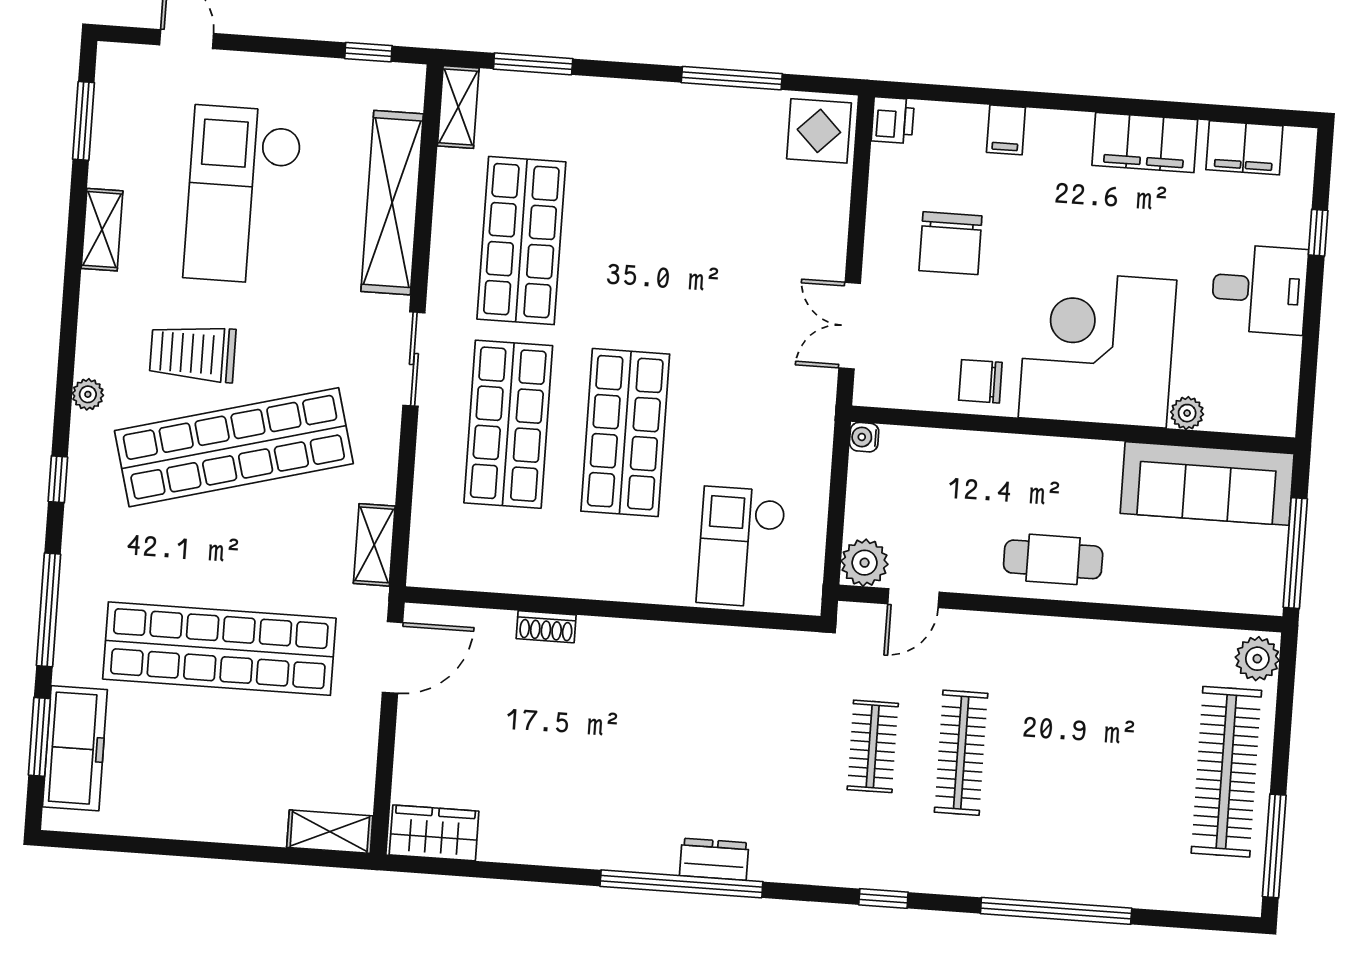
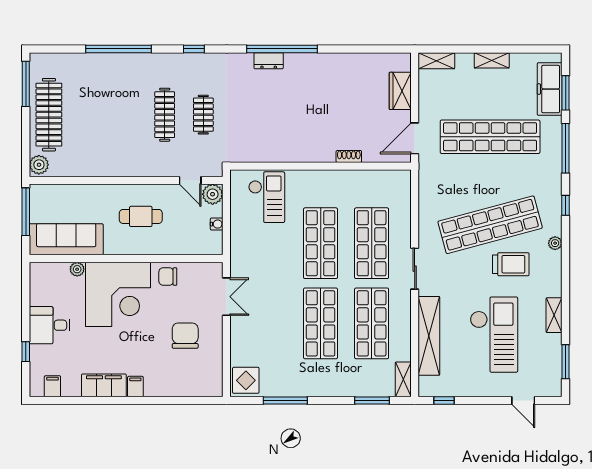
printer: (893, 120) -> (214, 387), removed
filing cabinet: (1006, 130) -> (135, 387), moved
filing cabinet: (1244, 148) -> (52, 386), width x0.50
shop shelf: (638, 249) -> (321, 323), added
chair: (980, 381) -> (168, 277), turned 180
water cooler: (864, 437) -> (217, 224), moved
shelving: (374, 545) -> (492, 60), moved, turned 90
cafe table: (1053, 559) -> (141, 216), moved
door: (913, 598) -> (190, 180), swing flipped
wardrobe: (434, 833) -> (400, 91), moved, turned 90

